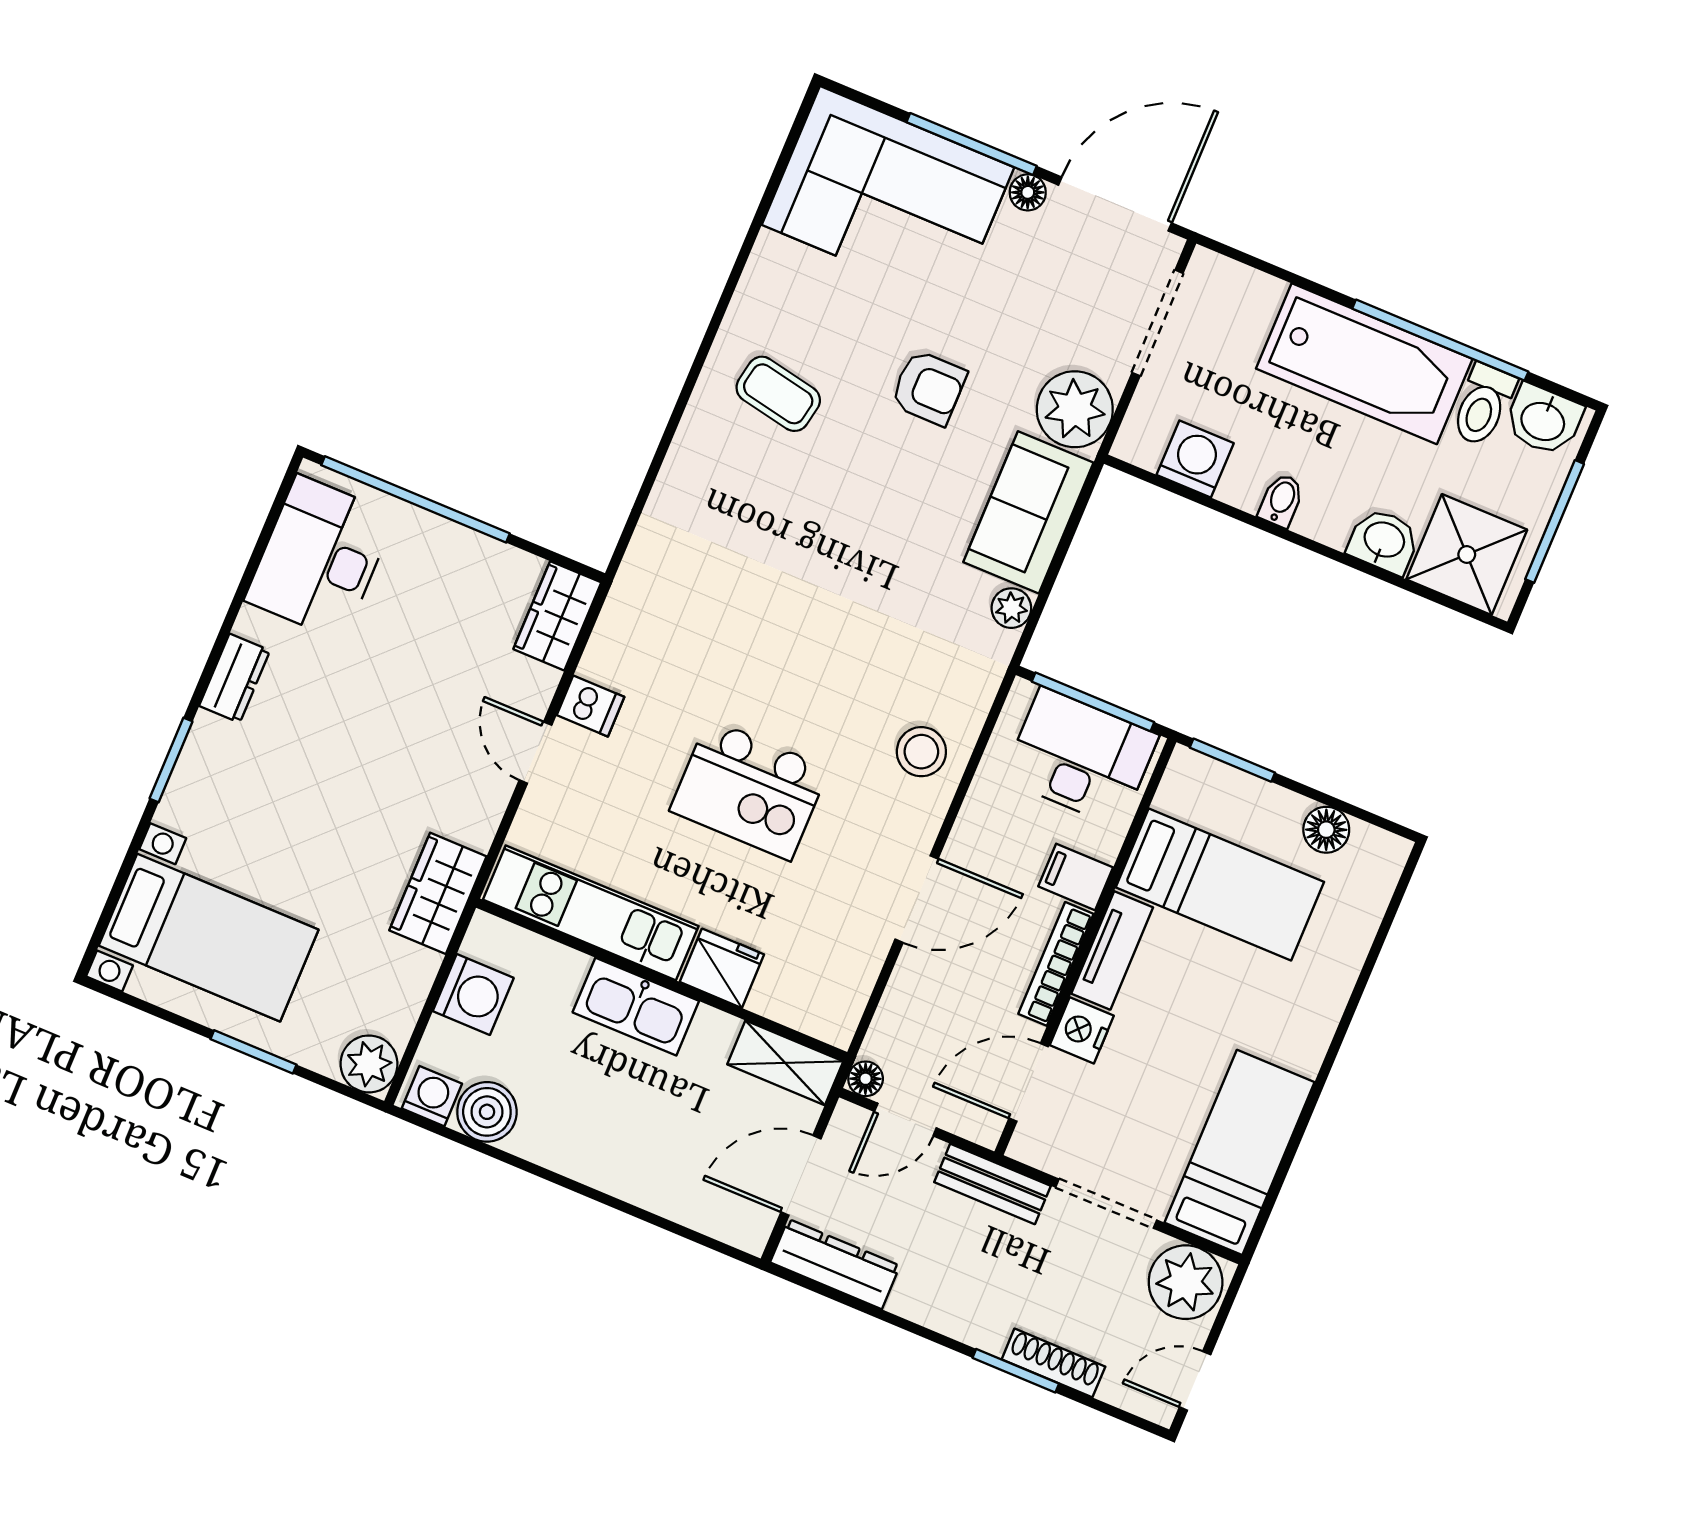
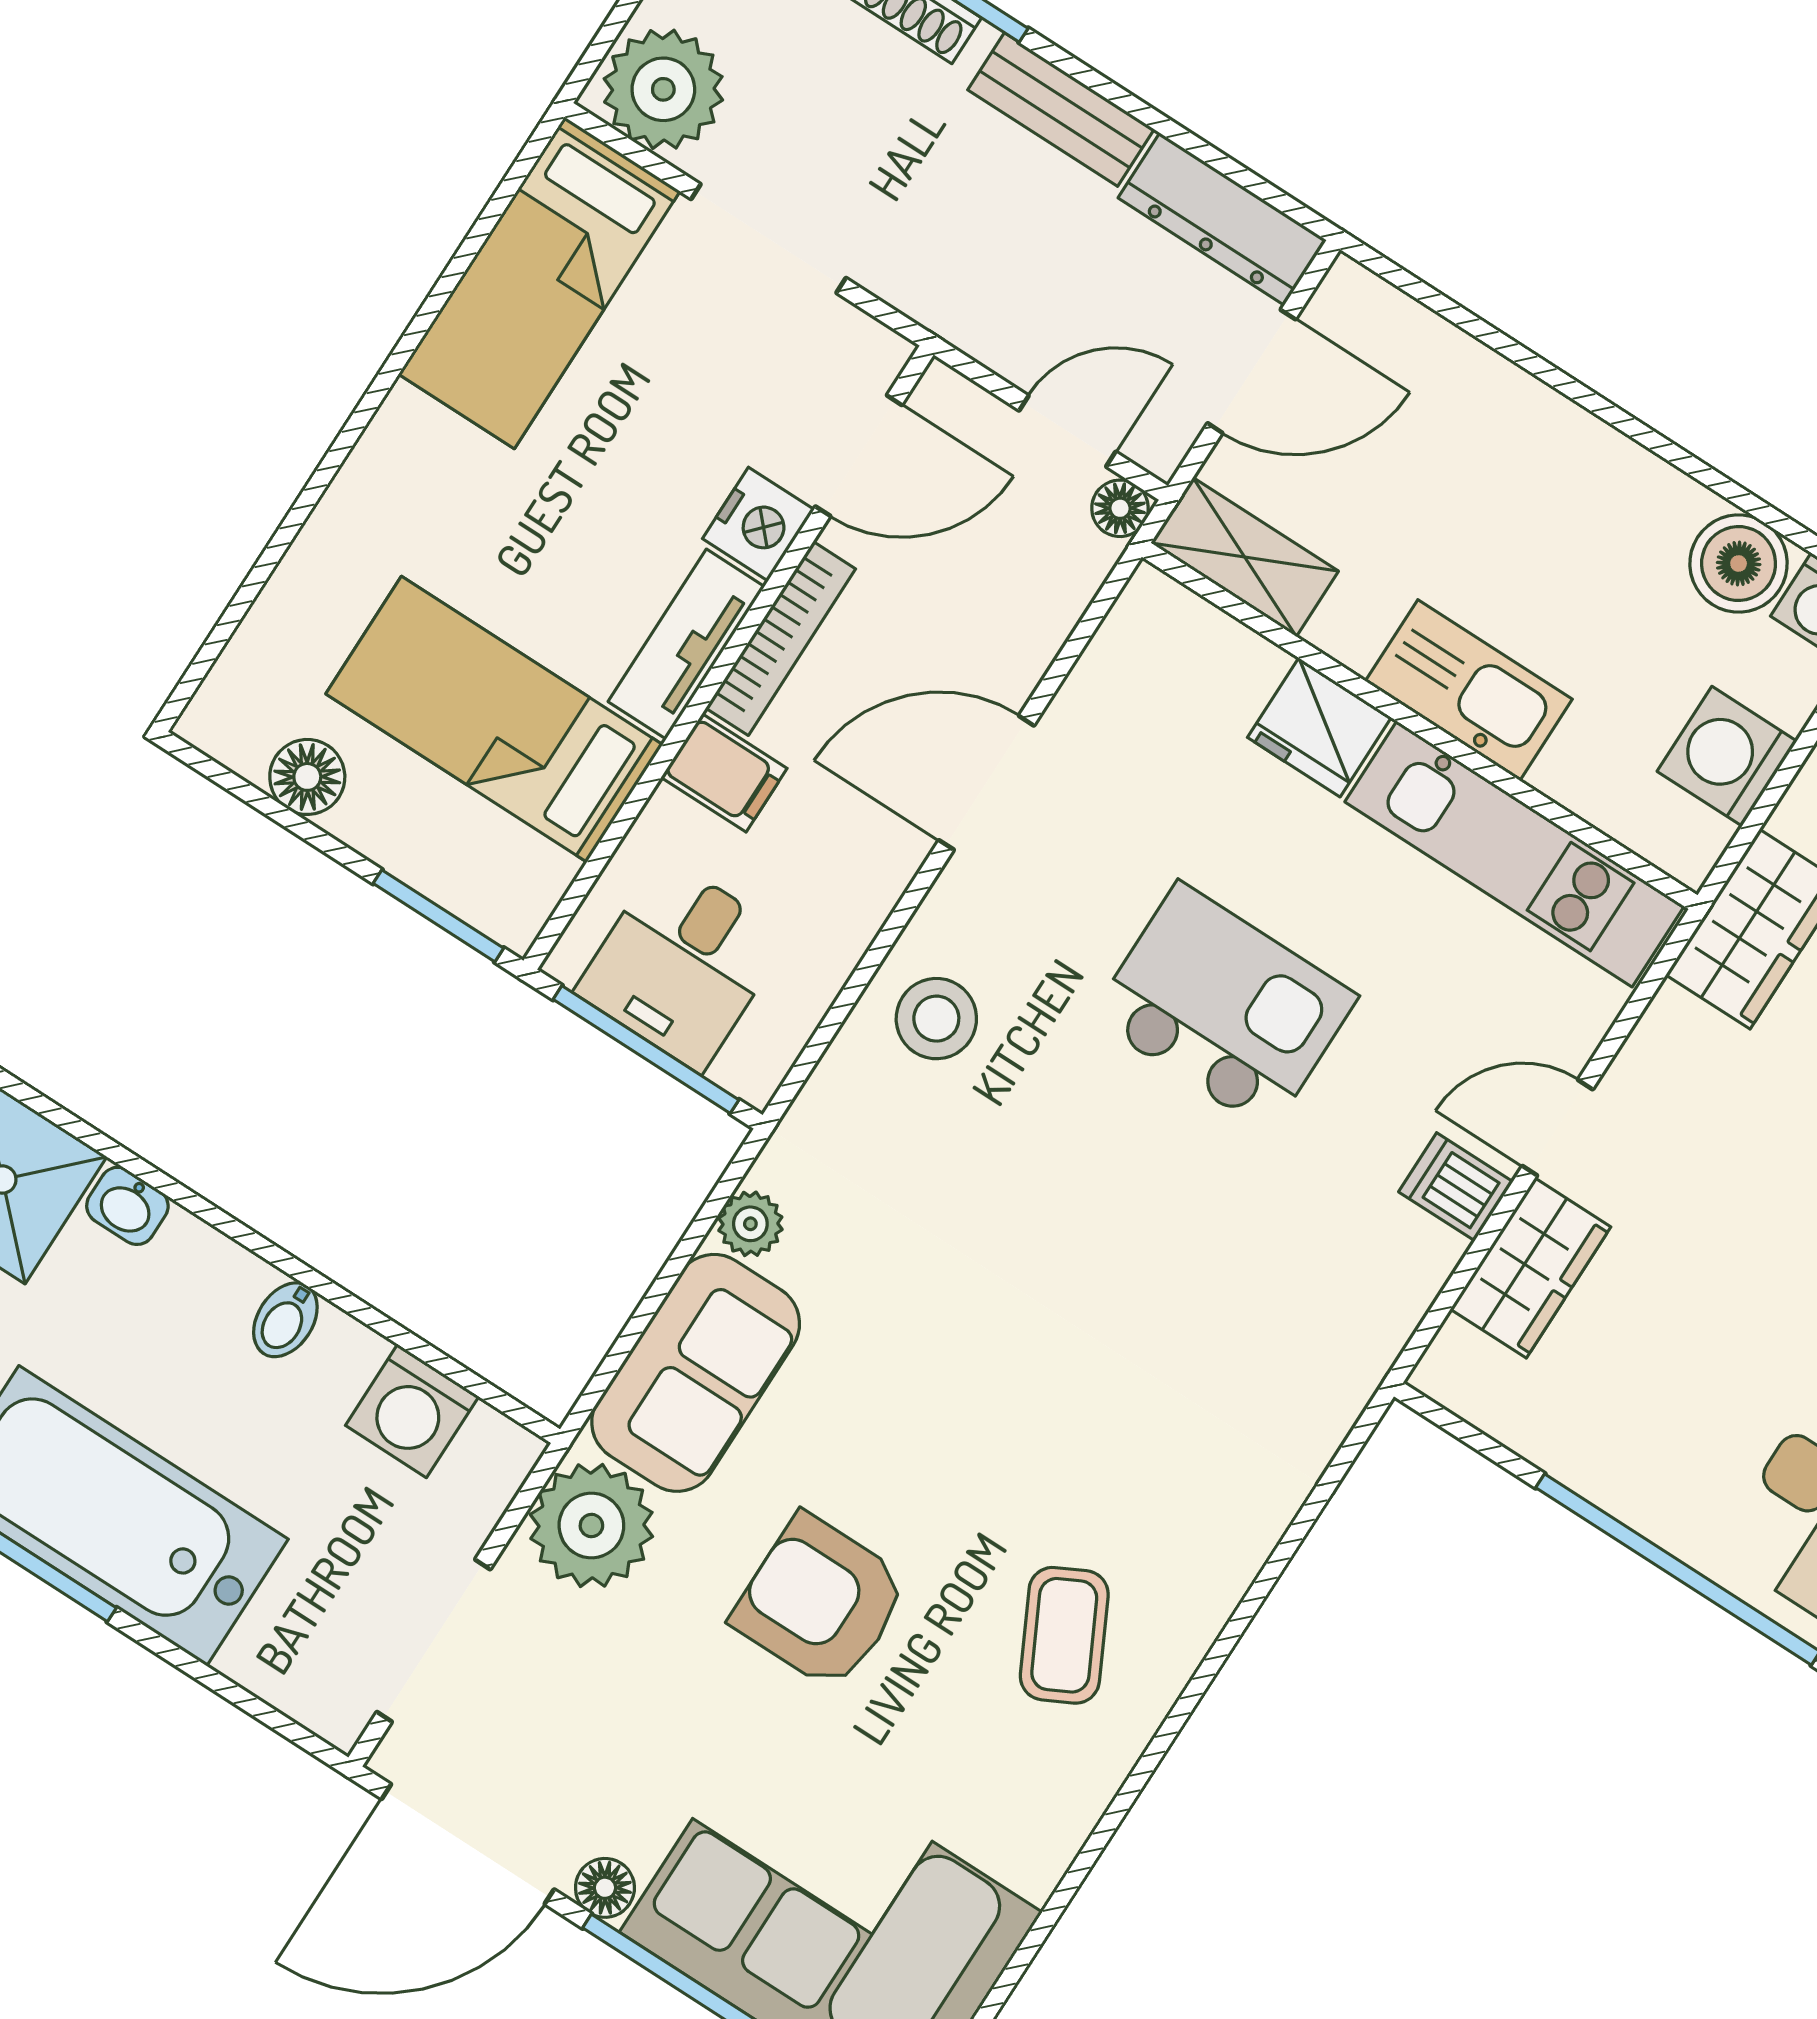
armchair: (929, 388) -> (820, 1602), width x1.38, depth x1.38
coffee table: (778, 394) -> (1064, 1635), turned 52
washbasin: (1384, 541) -> (127, 1206), width x0.72, depth x0.69
wardrobe: (557, 616) -> (1531, 1268), moved
door: (535, 753) -> (1558, 1128), swing flipped
desk: (1081, 757) -> (682, 964), width x0.73
bench: (993, 1184) -> (1061, 109), moved

